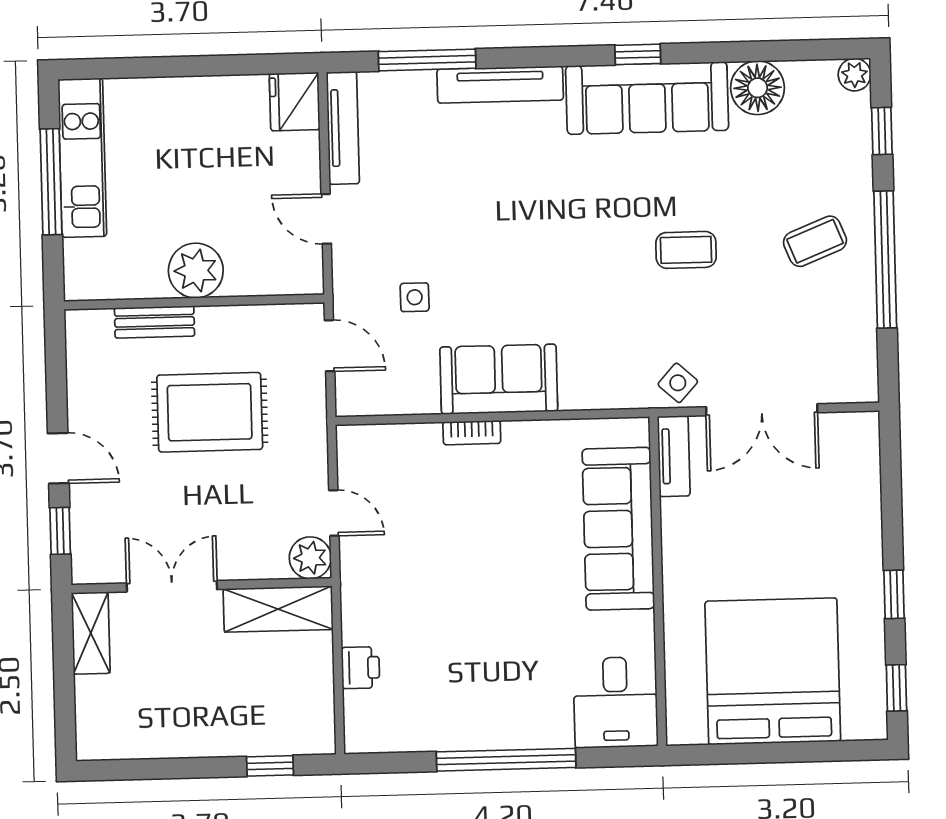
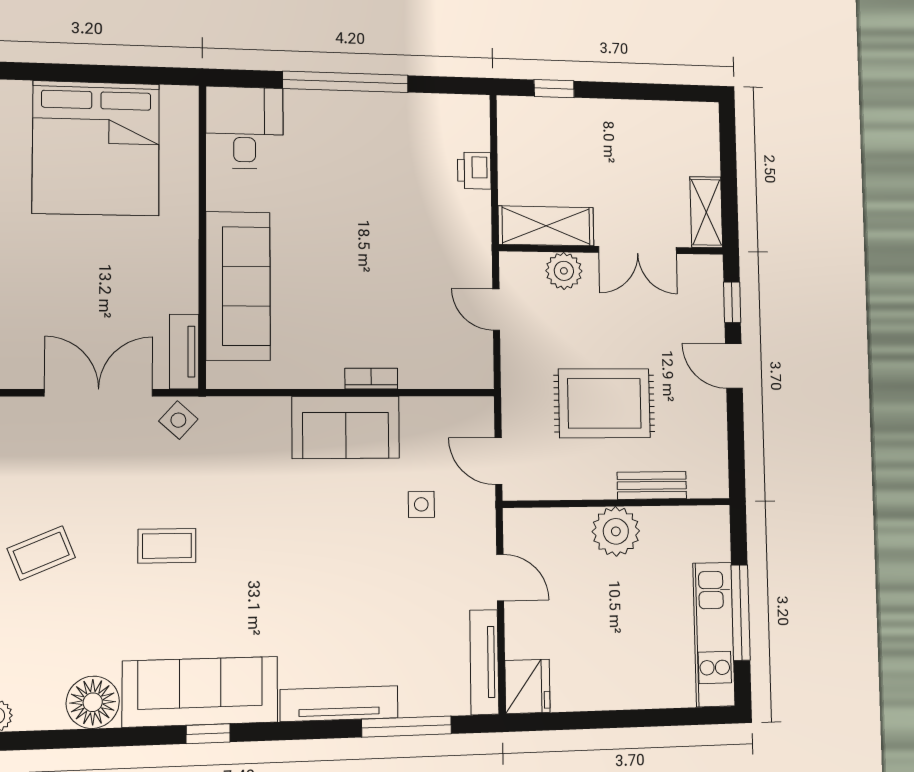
plant: (310, 558) -> (564, 271), moved

